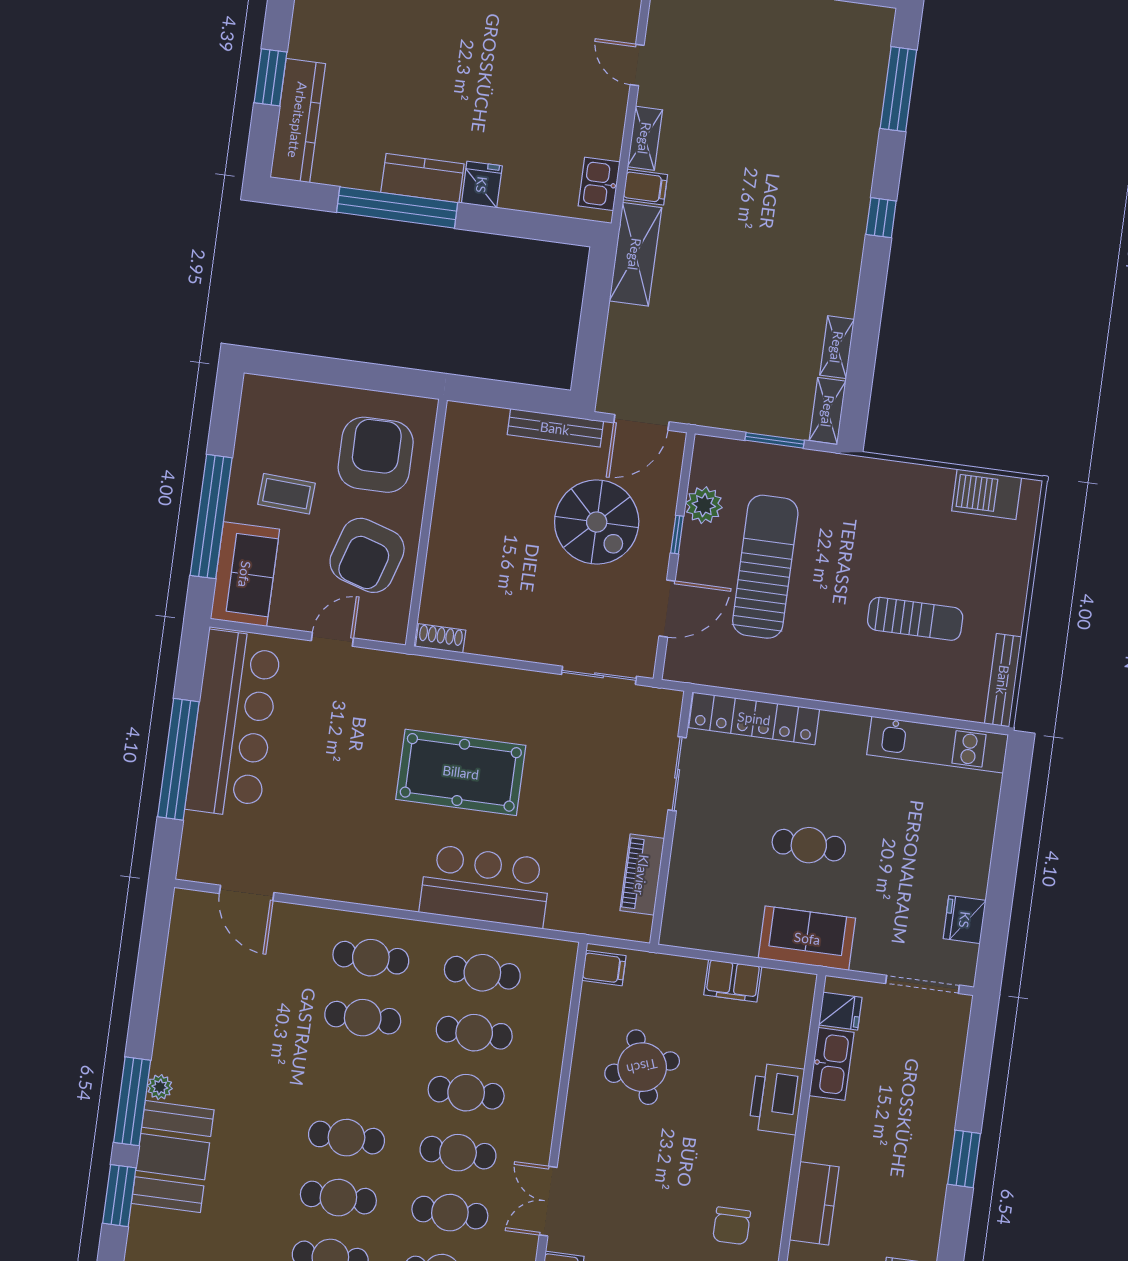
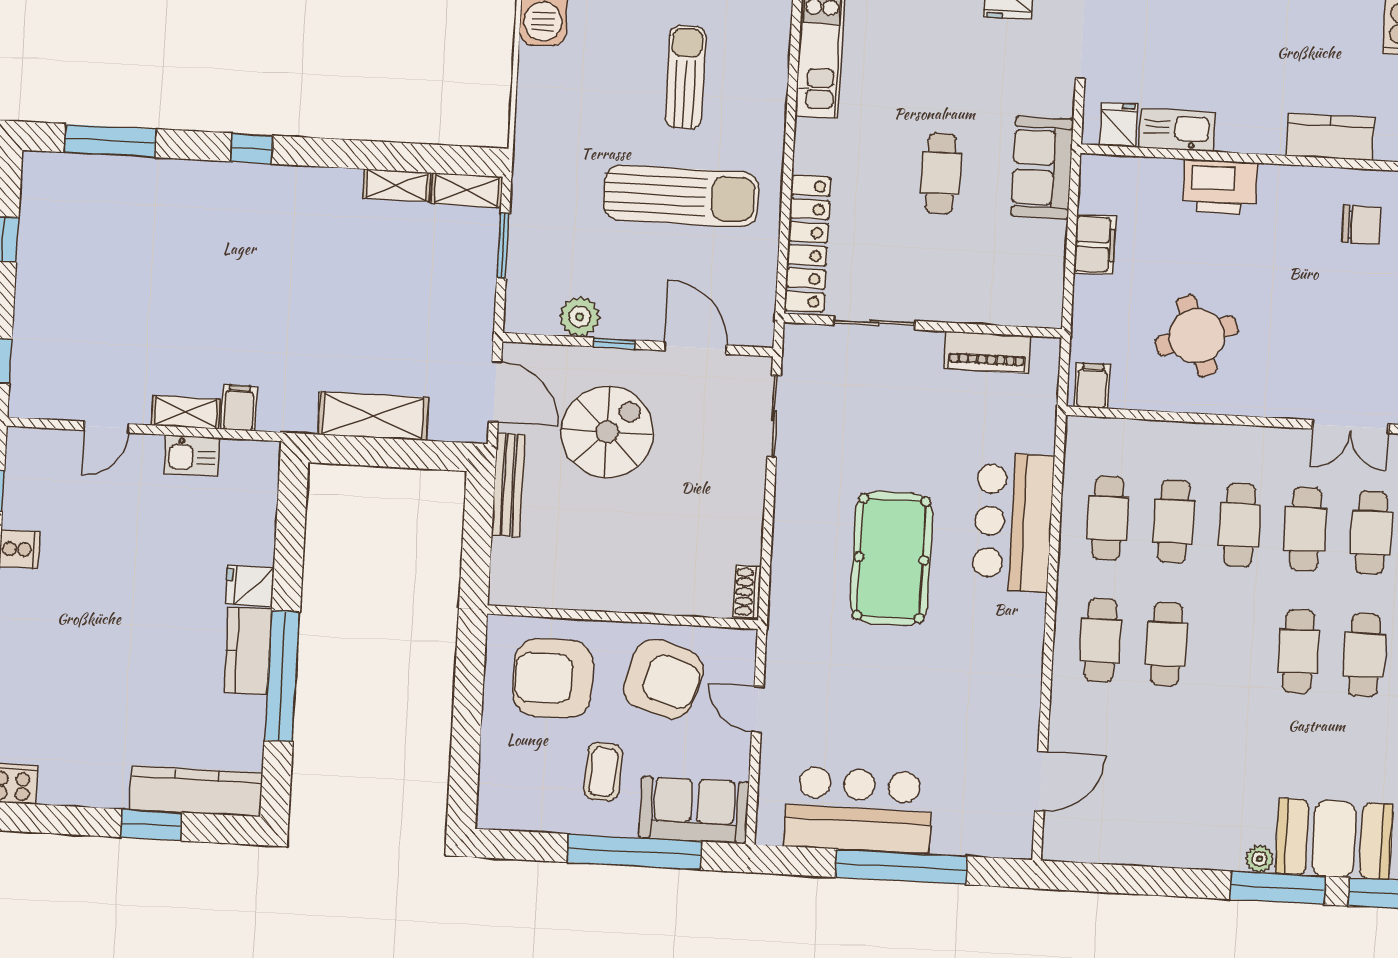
kitchen sink: (599, 184) -> (192, 456), moved
shelving: (635, 254) -> (373, 416), moved
sun lounger: (765, 567) -> (681, 196), moved, turned 180
bar counter: (233, 724) -> (858, 810), width x0.73

